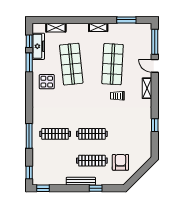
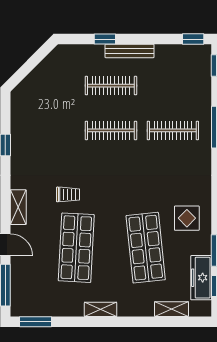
window: (126, 20) -> (35, 322), moved
armchair: (120, 162) -> (63, 83), removed

